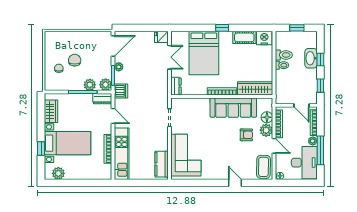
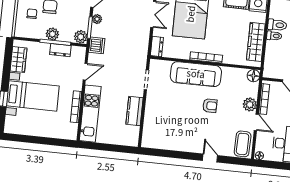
plant: (90, 85) -> (52, 34), moved
wardrobe: (255, 88) -> (256, 42), moved, turned -90
dresser: (102, 99) -> (60, 50), moved
sofa: (233, 108) -> (196, 74), moved
door: (113, 116) -> (85, 72), hinge flipped
floor lamp: (267, 117) -> (253, 76), moved
armchair: (246, 135) -> (210, 106), moved
corner sofa: (186, 155) -> (160, 122), removed
kitchen counter: (162, 164) -> (134, 111), moved
plant: (58, 173) -> (19, 128), removed

